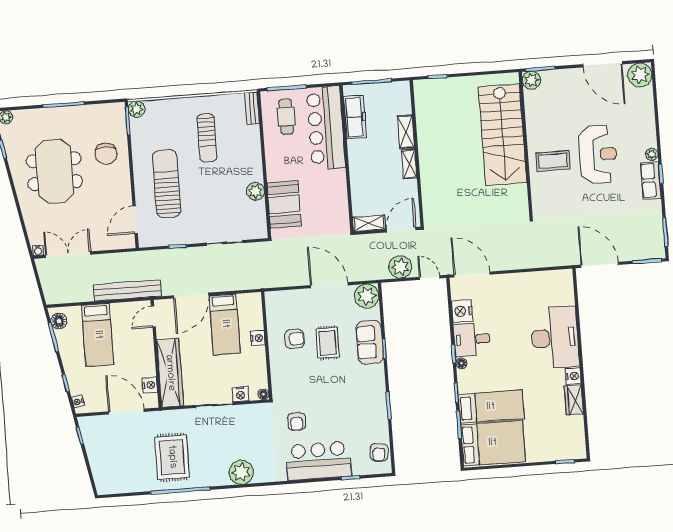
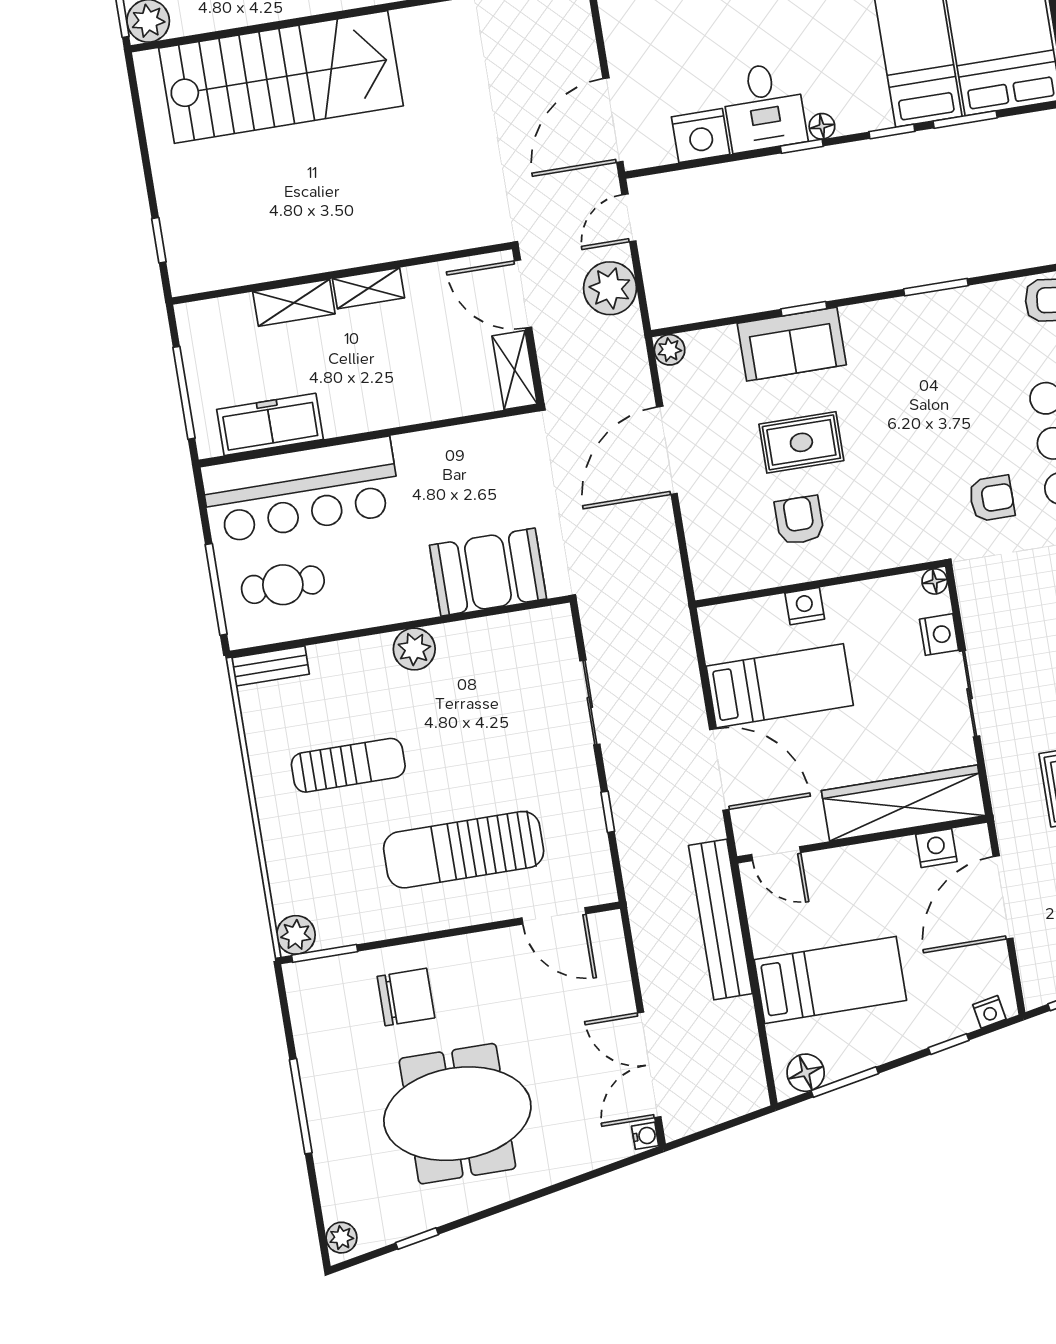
plant: (256, 191) -> (414, 649), moved
plant: (367, 296) -> (670, 350), width x0.53, depth x0.53

